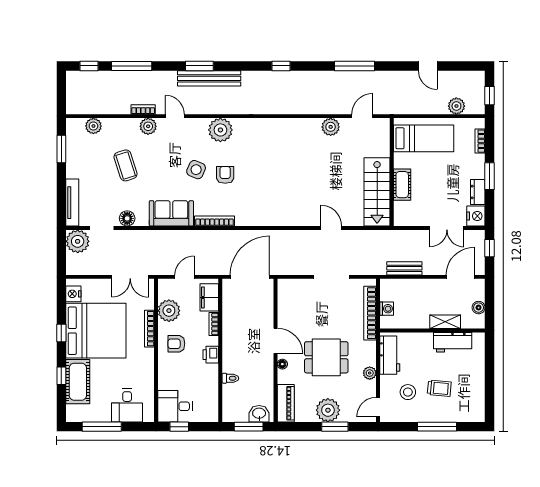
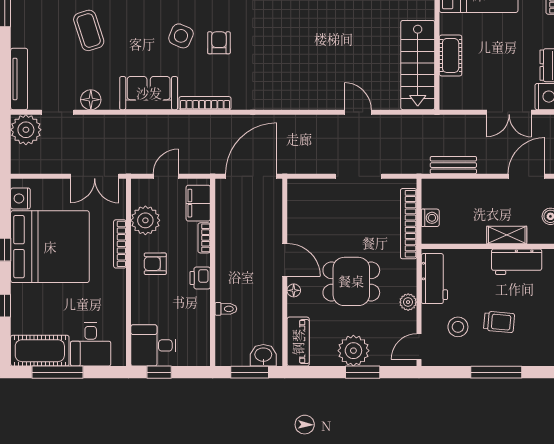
cot: (78, 382) -> (40, 351), moved, turned 90

